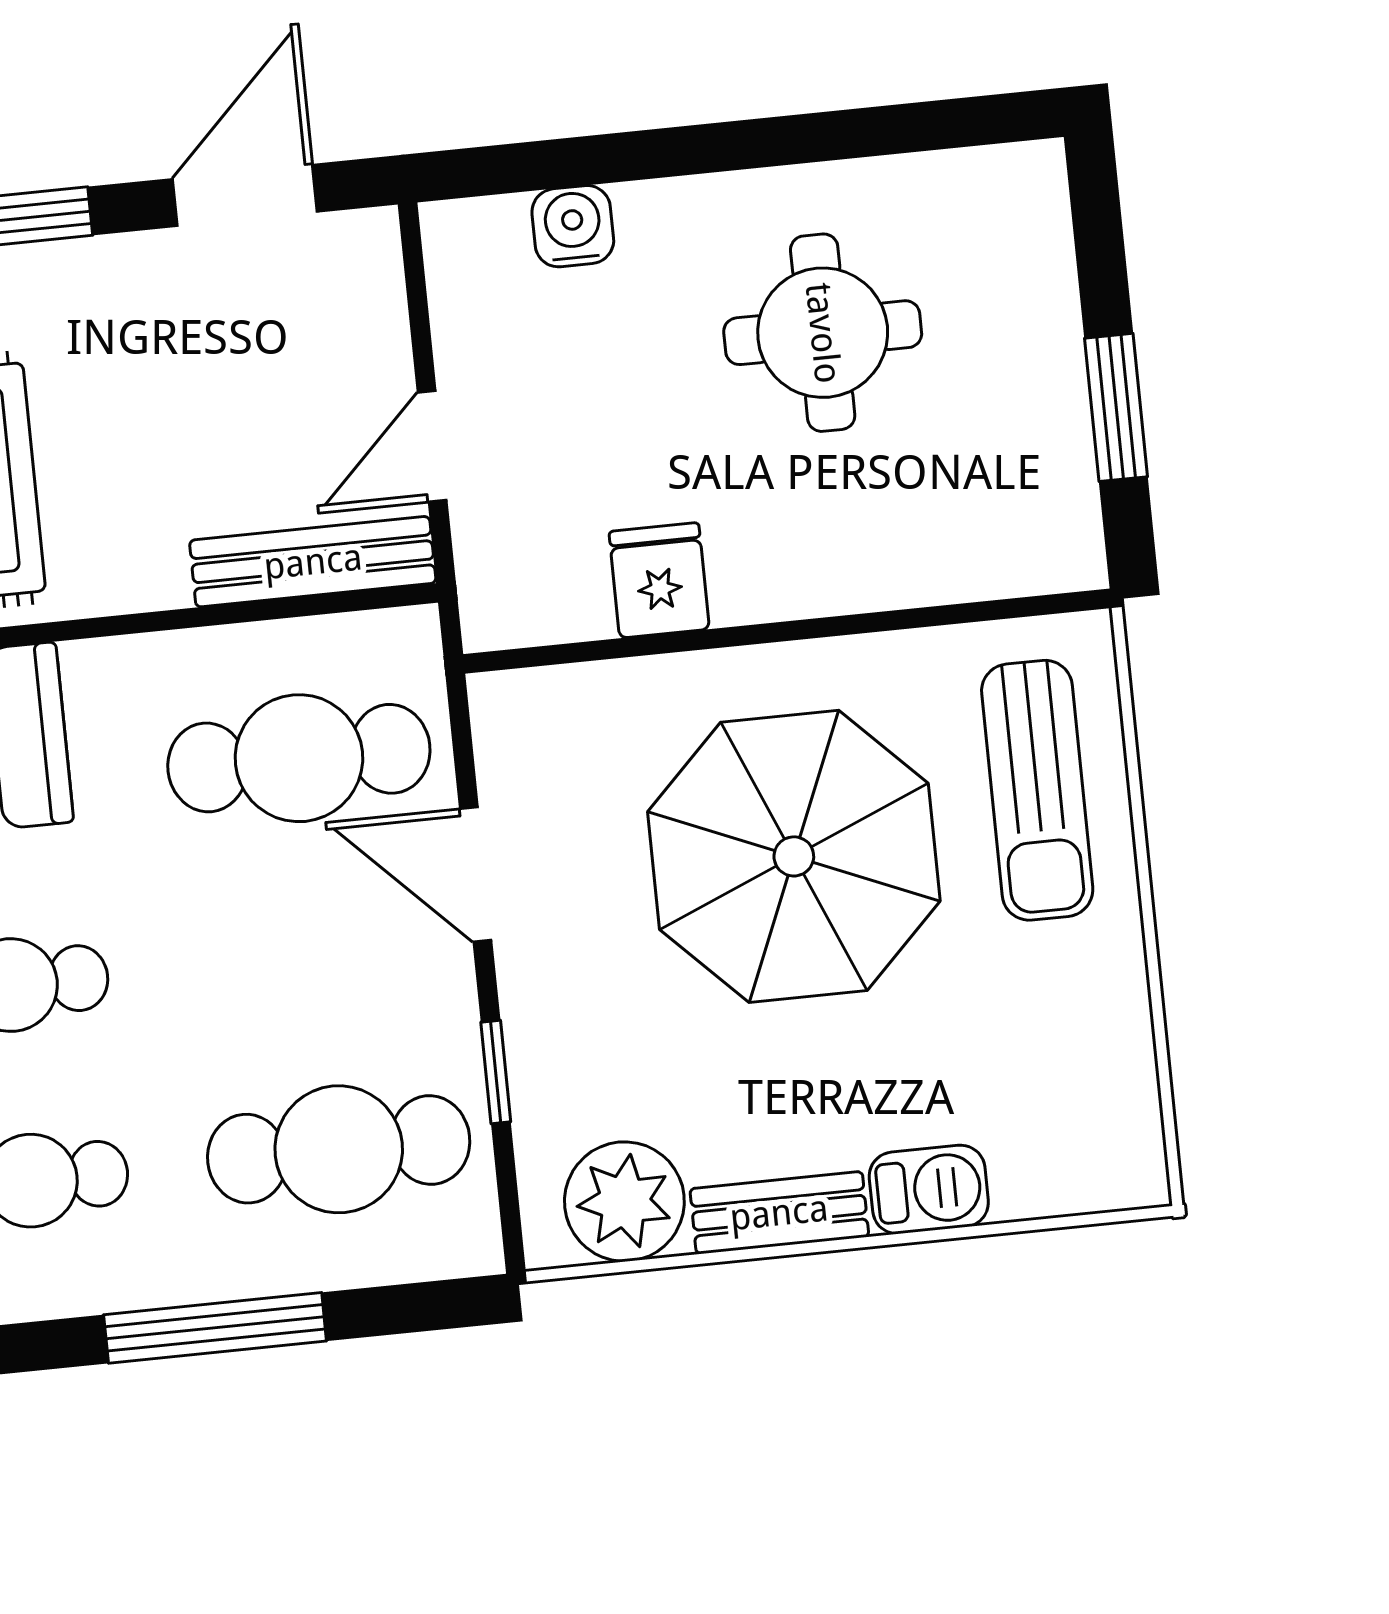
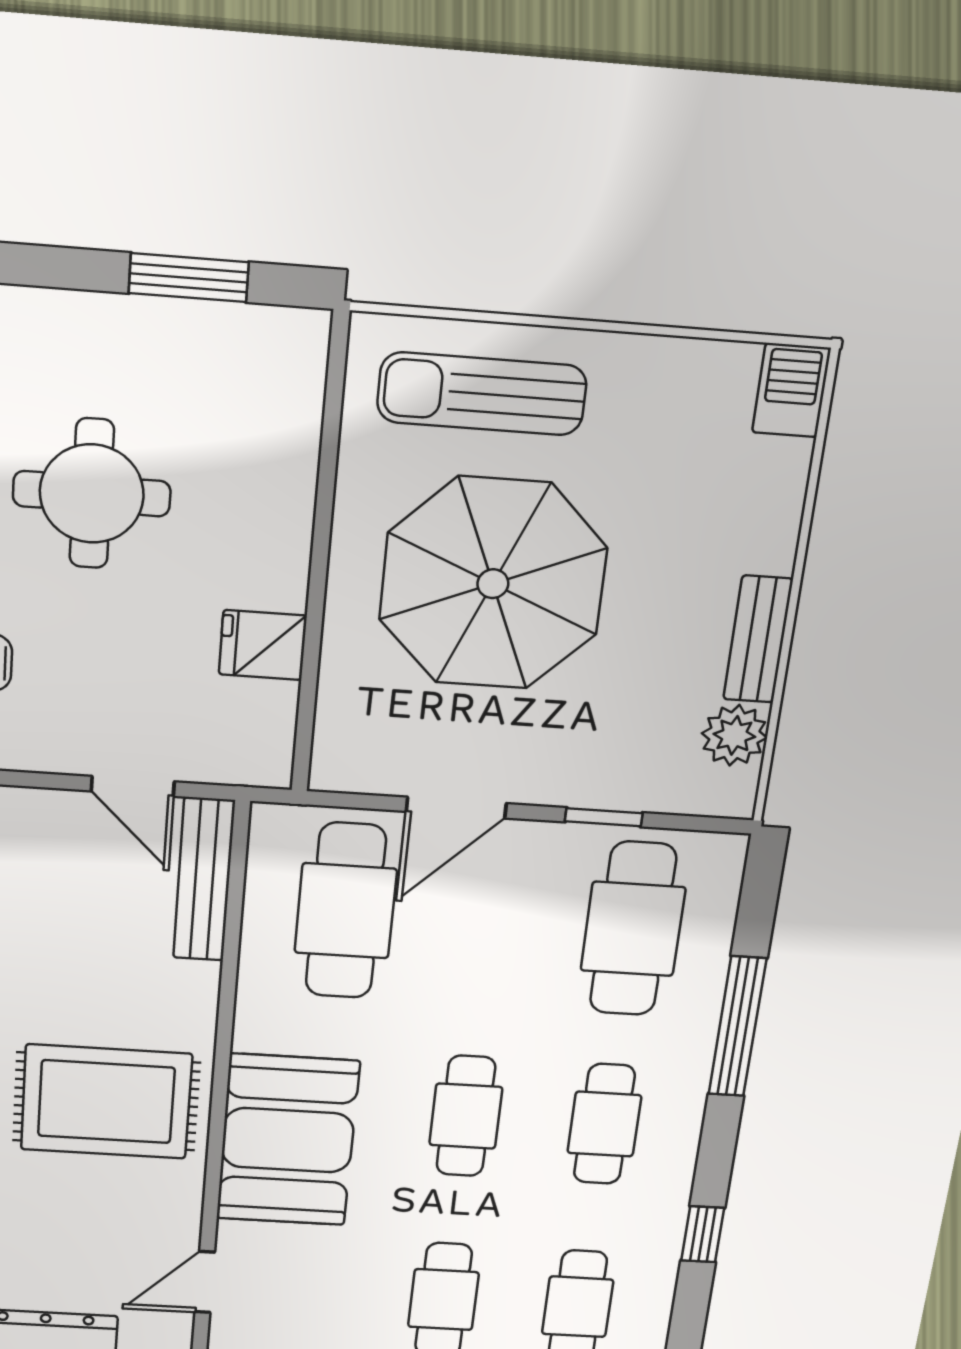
sun lounger: (1037, 790) -> (482, 394), turned 180
barbecue: (929, 1189) -> (791, 390), moved
plant: (624, 1202) -> (734, 735), width x0.73, depth x0.73

